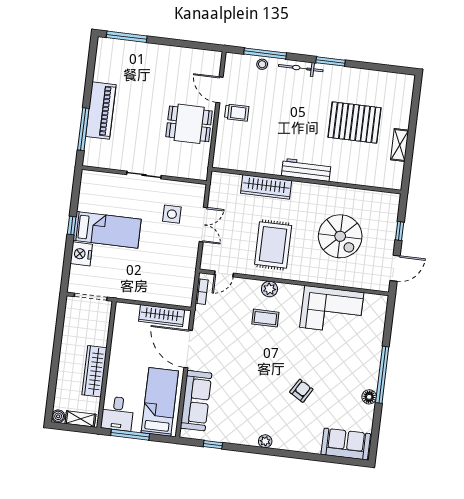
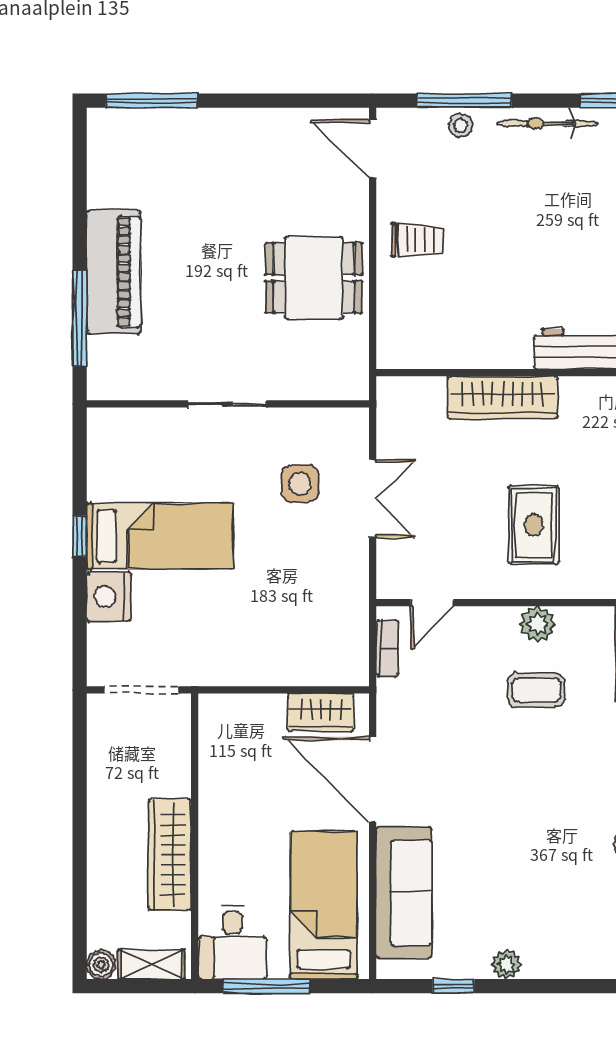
door: (220, 90) -> (373, 149), moved
rug: (273, 245) -> (534, 525), width x0.73, depth x0.70
wardrobe: (162, 316) -> (321, 713), width x0.67
plant: (265, 441) -> (506, 964), moved

